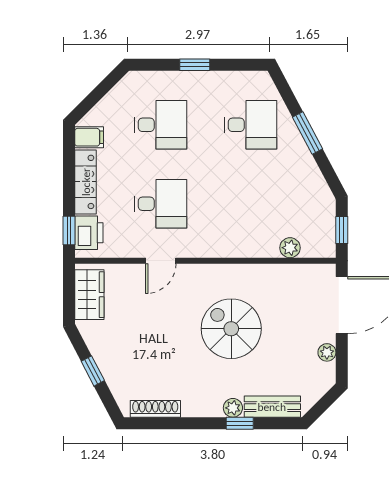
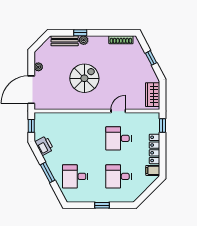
printer: (89, 233) -> (44, 146), moved, turned 152
plant: (290, 248) -> (56, 117), removed
spiral stairs: (231, 329) -> (84, 78), turned -90

